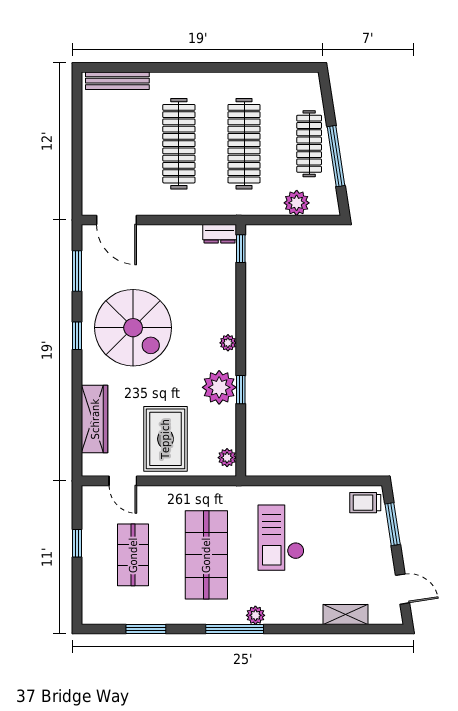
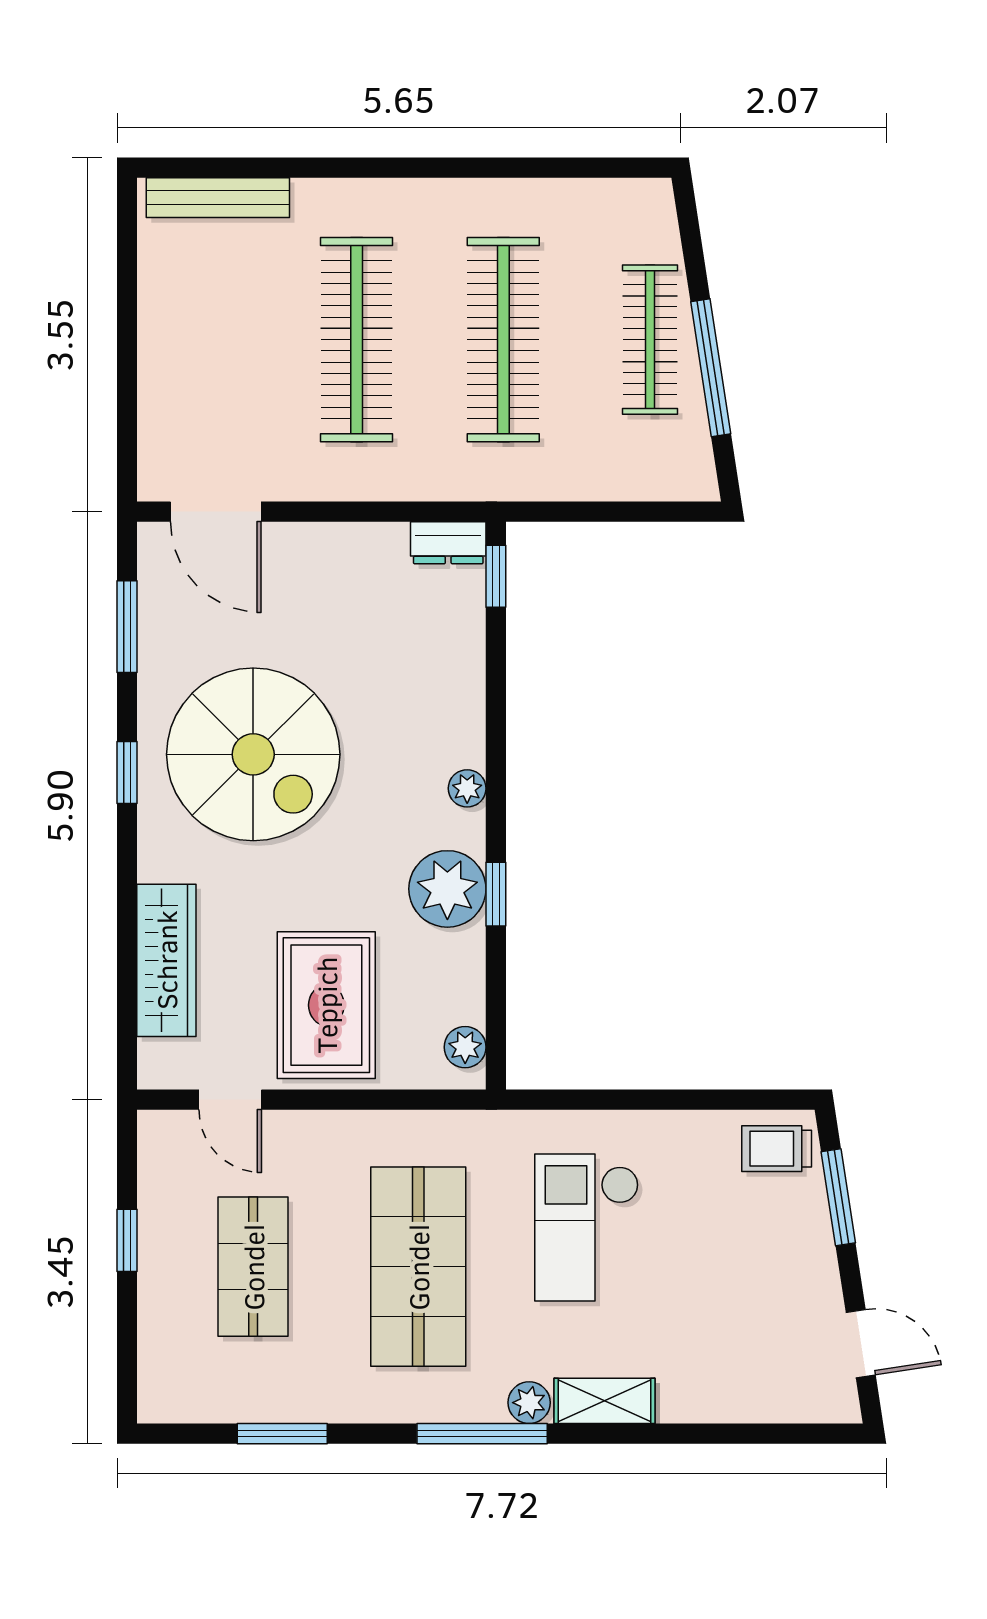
plant: (297, 203) -> (622, 473), removed
shelving: (345, 614) -> (605, 1401), moved

